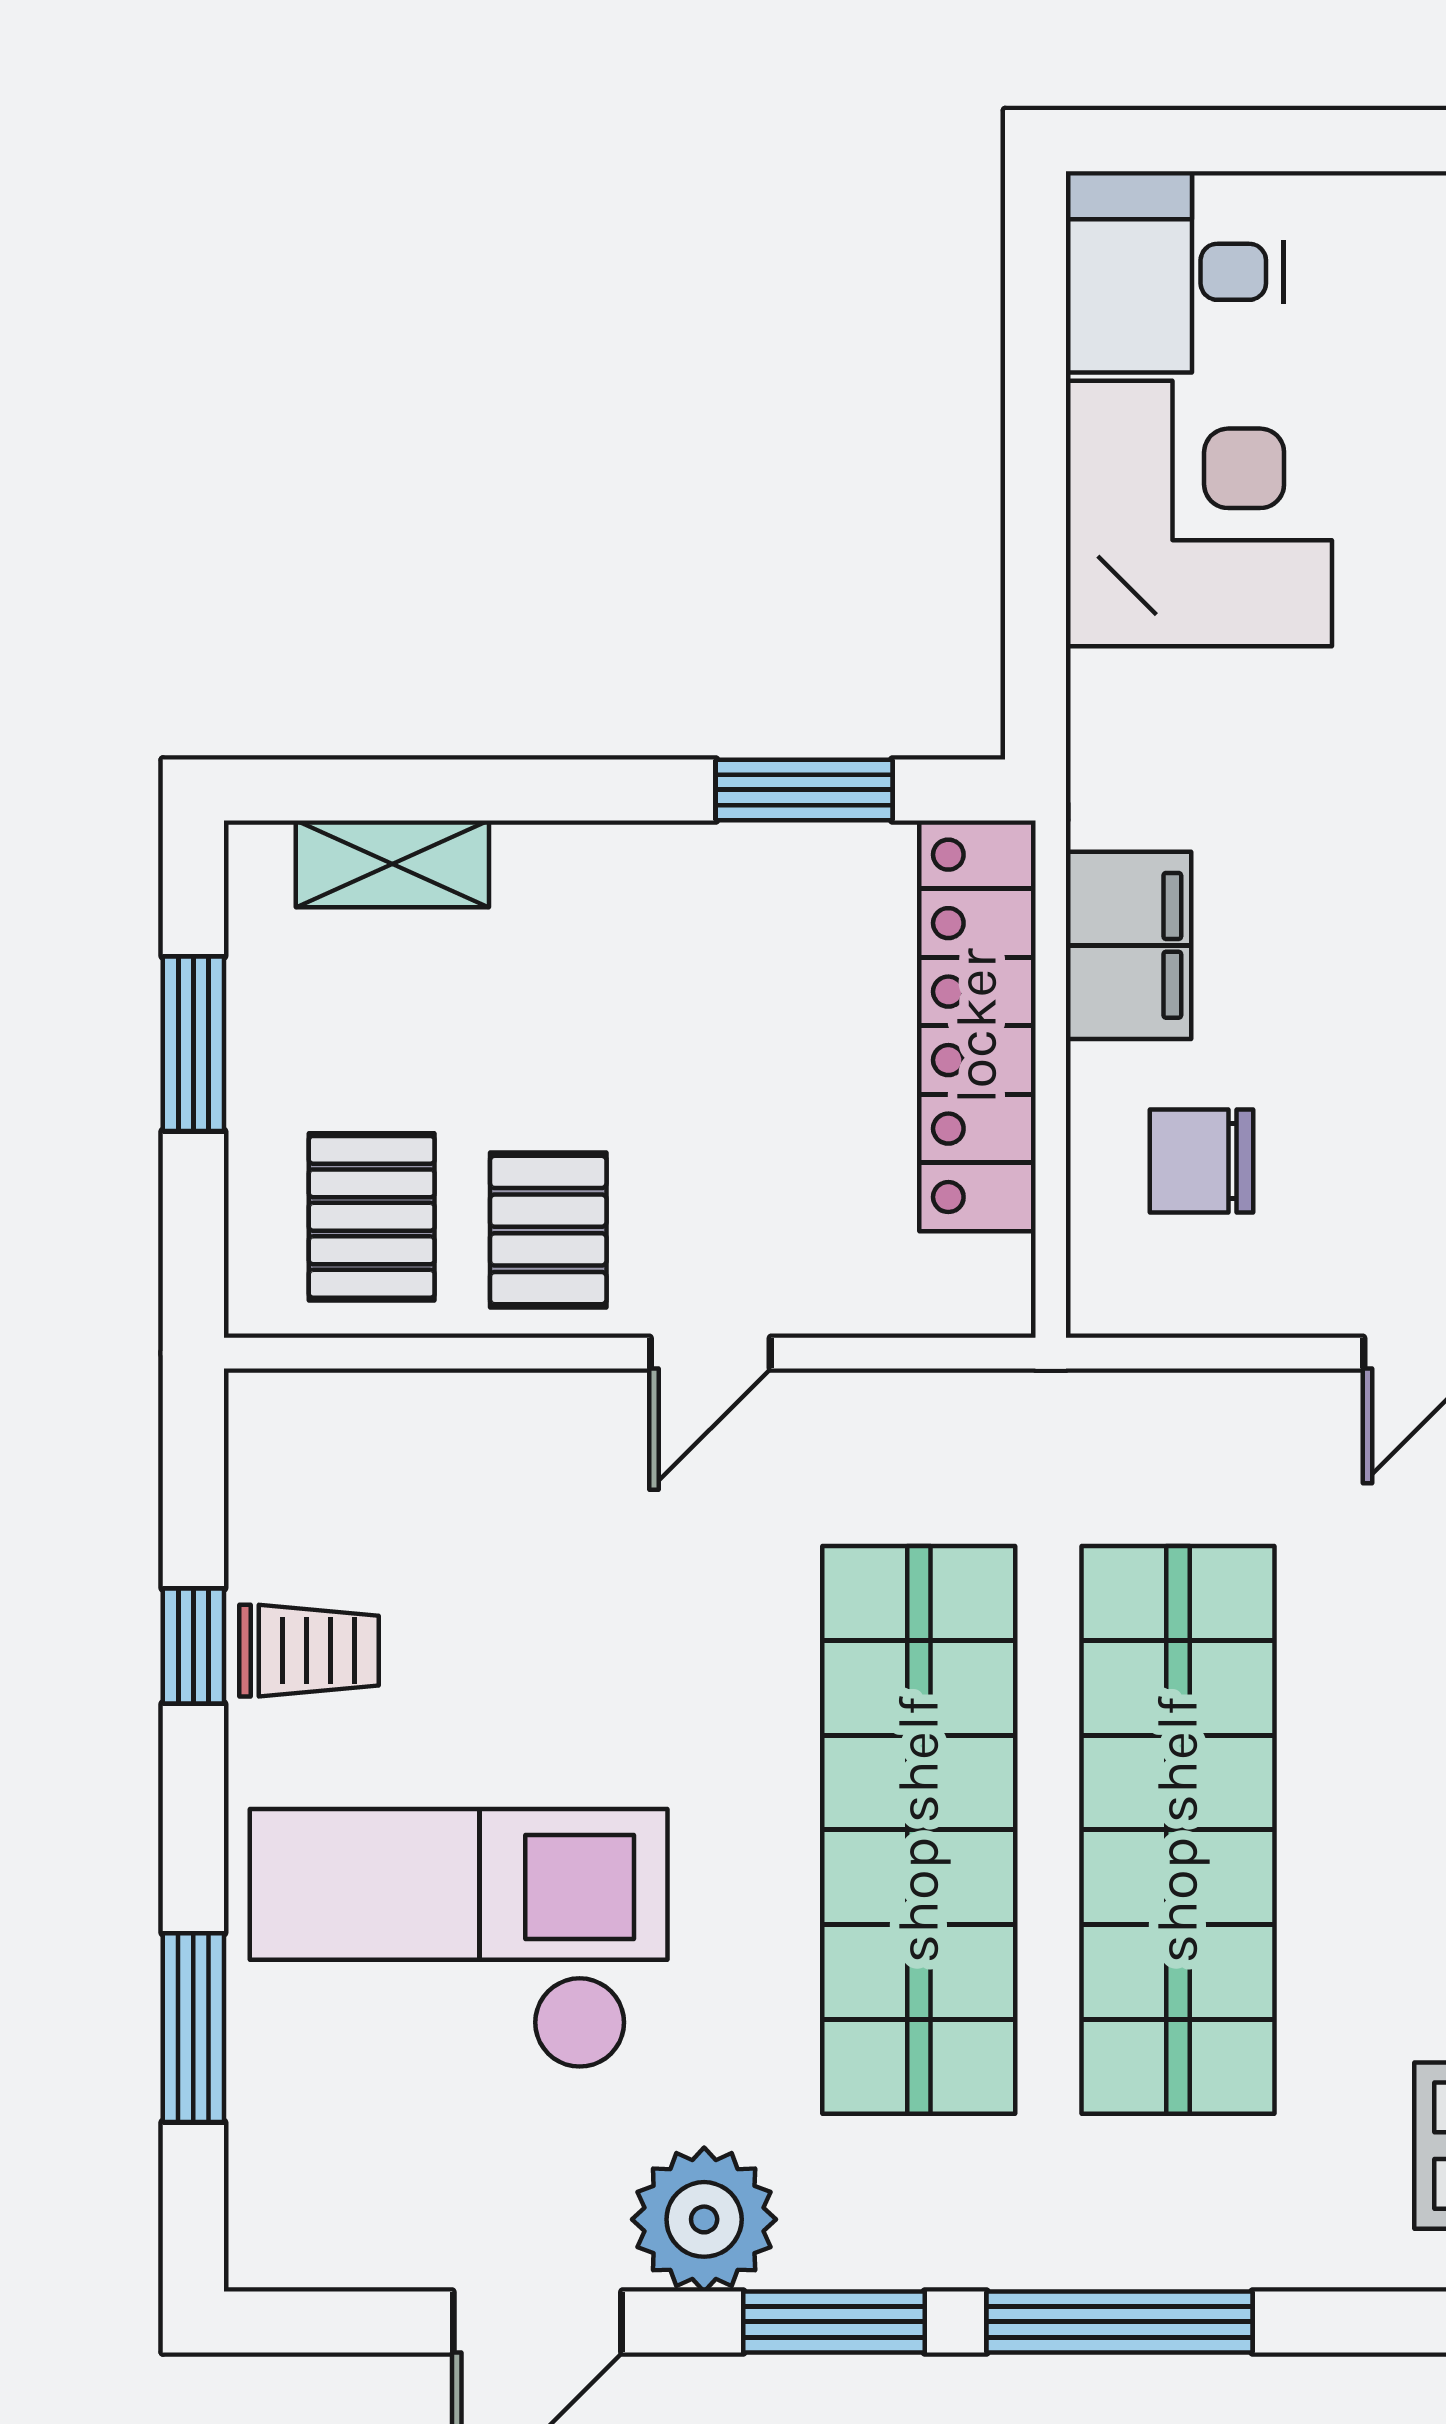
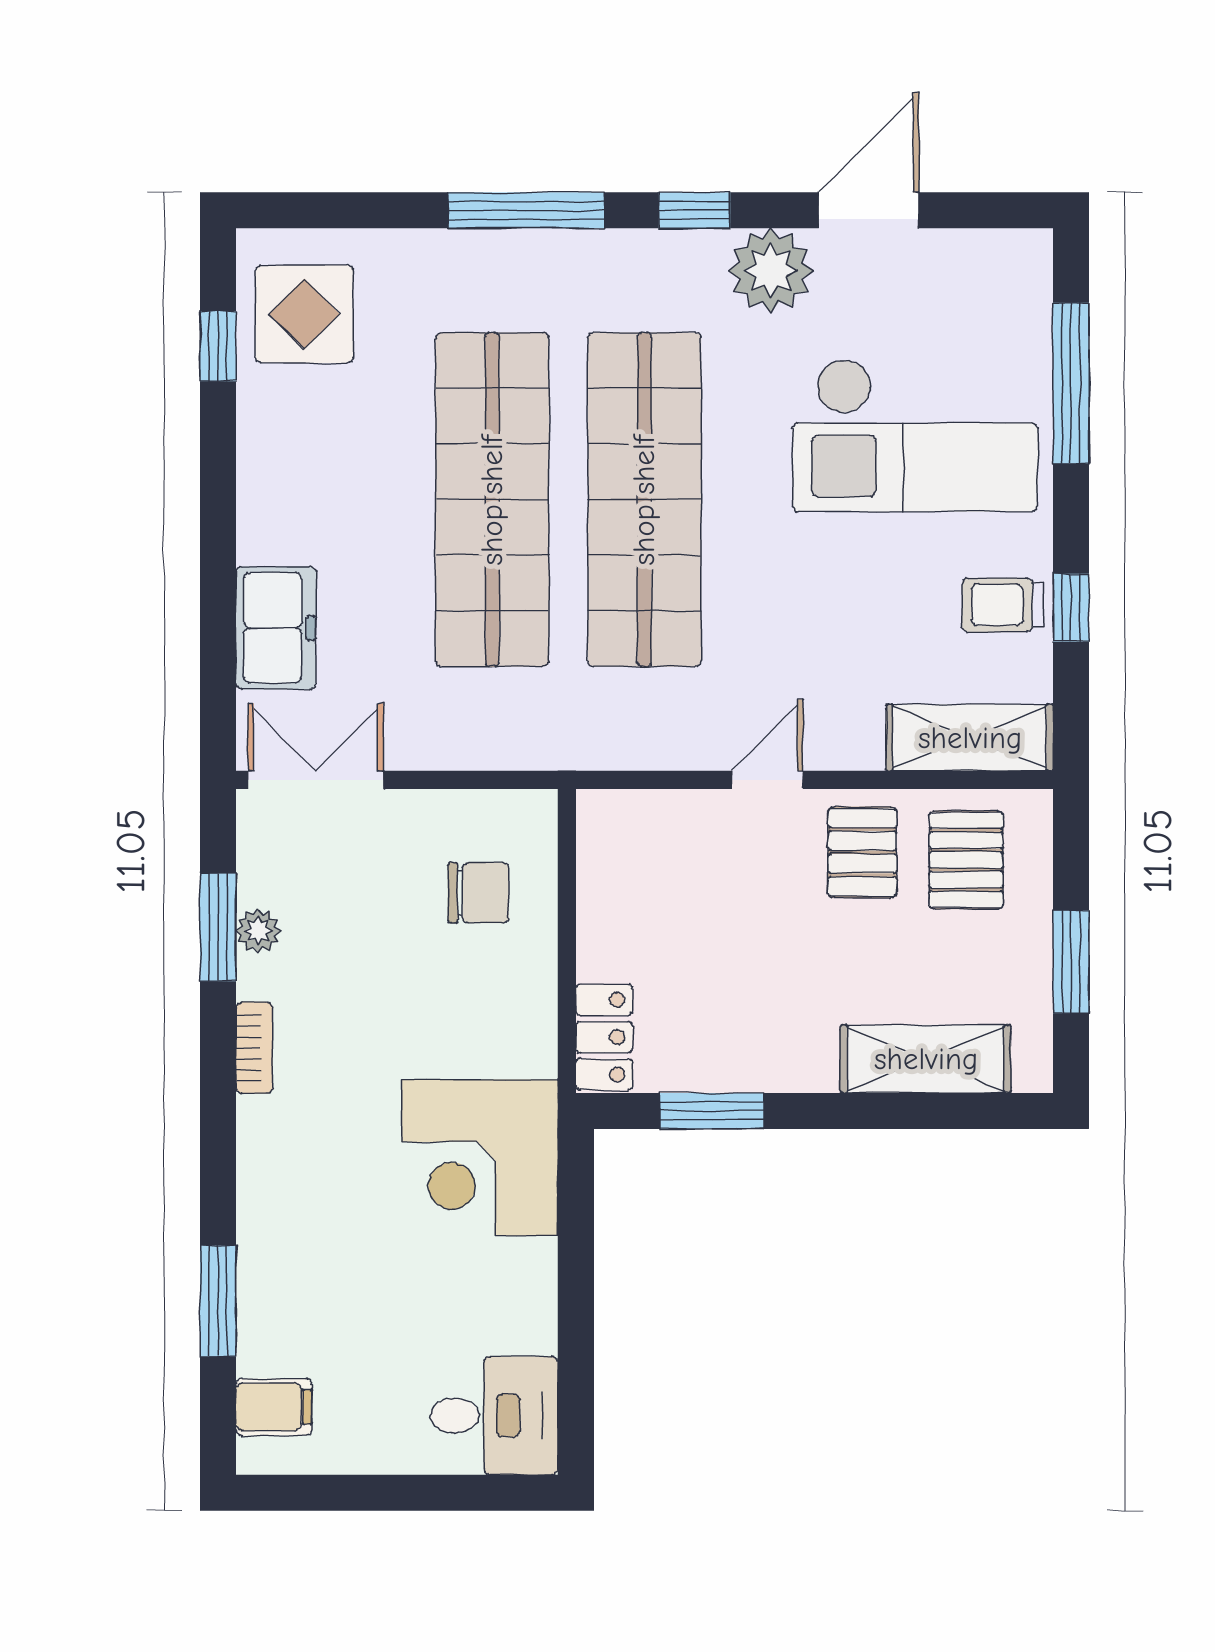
corner desk: (1199, 514) -> (480, 1158), moved
shelving: (392, 864) -> (926, 1059), width x1.50, depth x1.33
filing cabinet: (1129, 945) -> (521, 1020), removed
locker: (977, 1026) -> (604, 1037), width x0.46, depth x0.83
shelving: (366, 1425) -> (970, 738), added
window: (193, 2028) -> (1071, 383), width x1.44
window: (834, 2322) -> (694, 210), width x0.67

